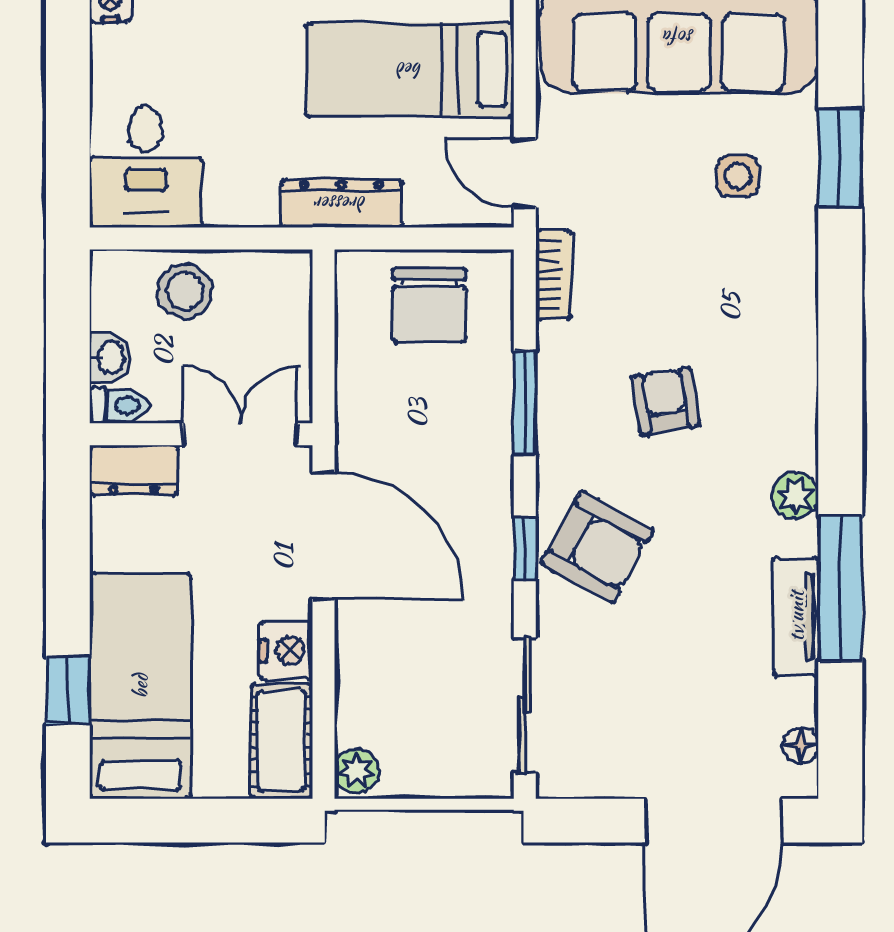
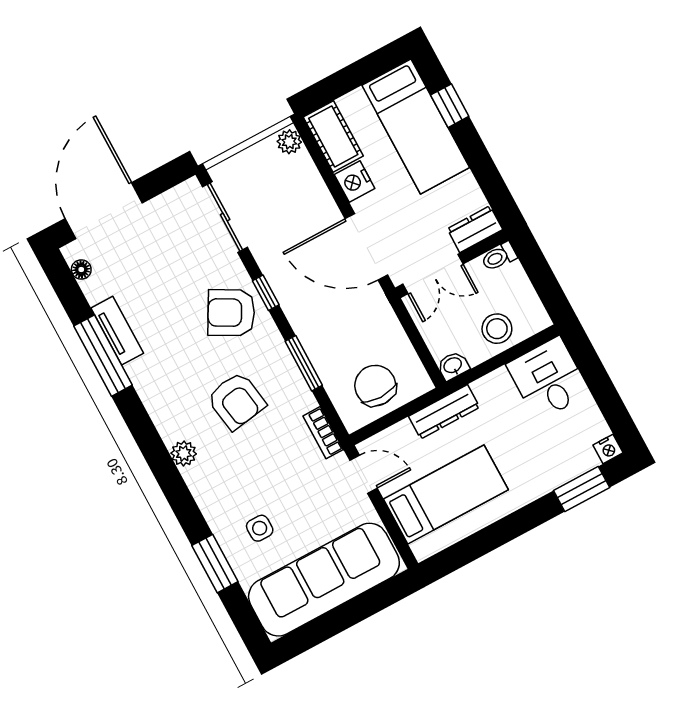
washbasin: (110, 357) -> (453, 366), moved, turned 90
armchair: (665, 401) -> (236, 401), width x1.38, depth x1.38
plant: (795, 496) -> (184, 453), moved

